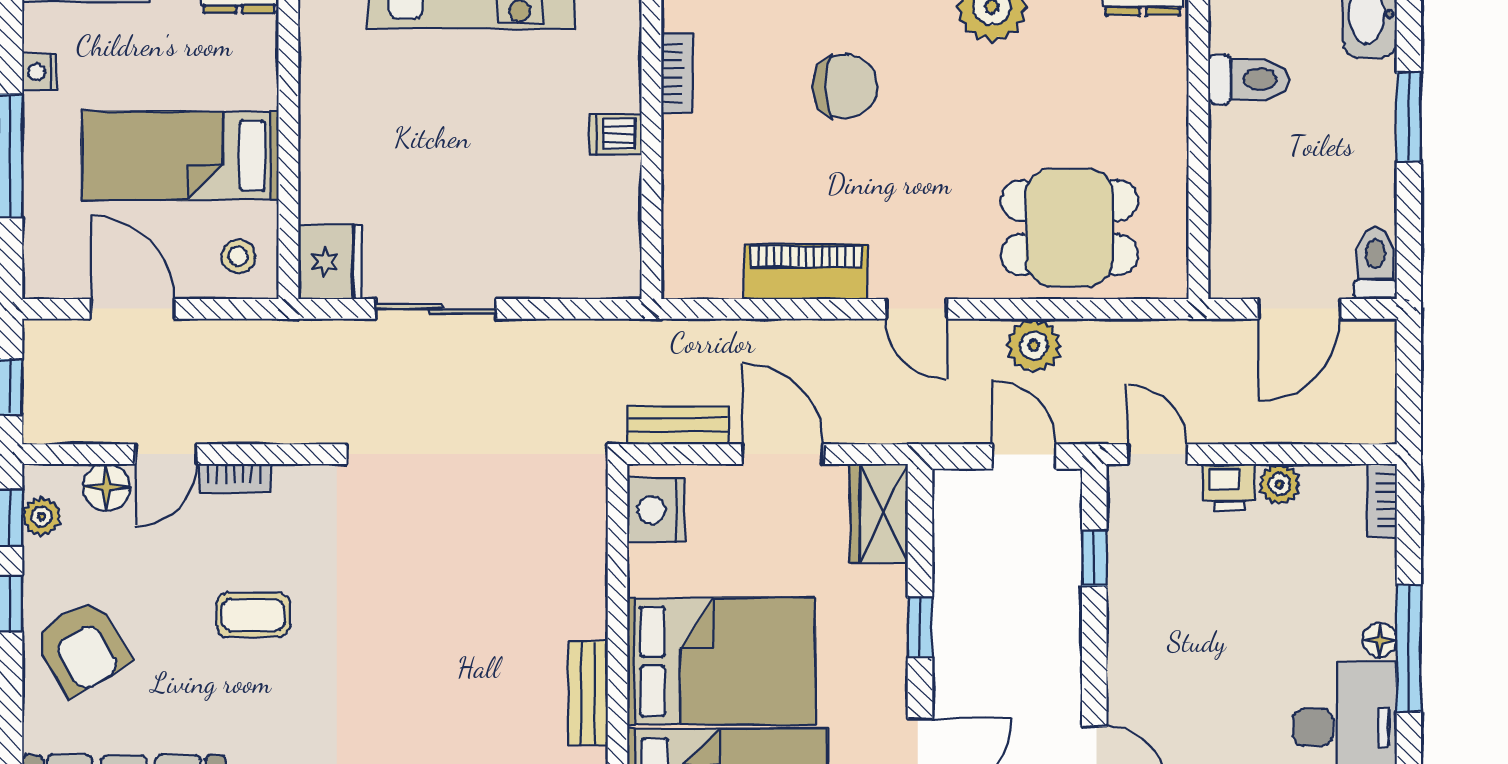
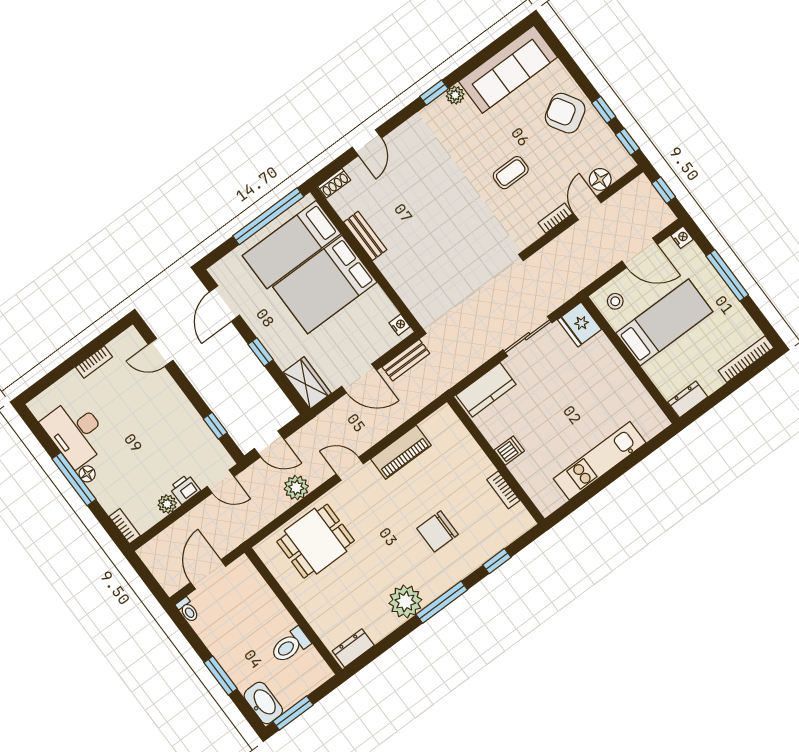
nightstand: (39, 72) -> (682, 237), moved
toilet: (1375, 264) -> (188, 610), width x0.73, depth x0.72
kitchen counter: (577, 270) -> (486, 390), added
nightstand: (656, 510) -> (400, 325), width x0.53, depth x0.56
plant: (41, 516) -> (616, 151), removed

